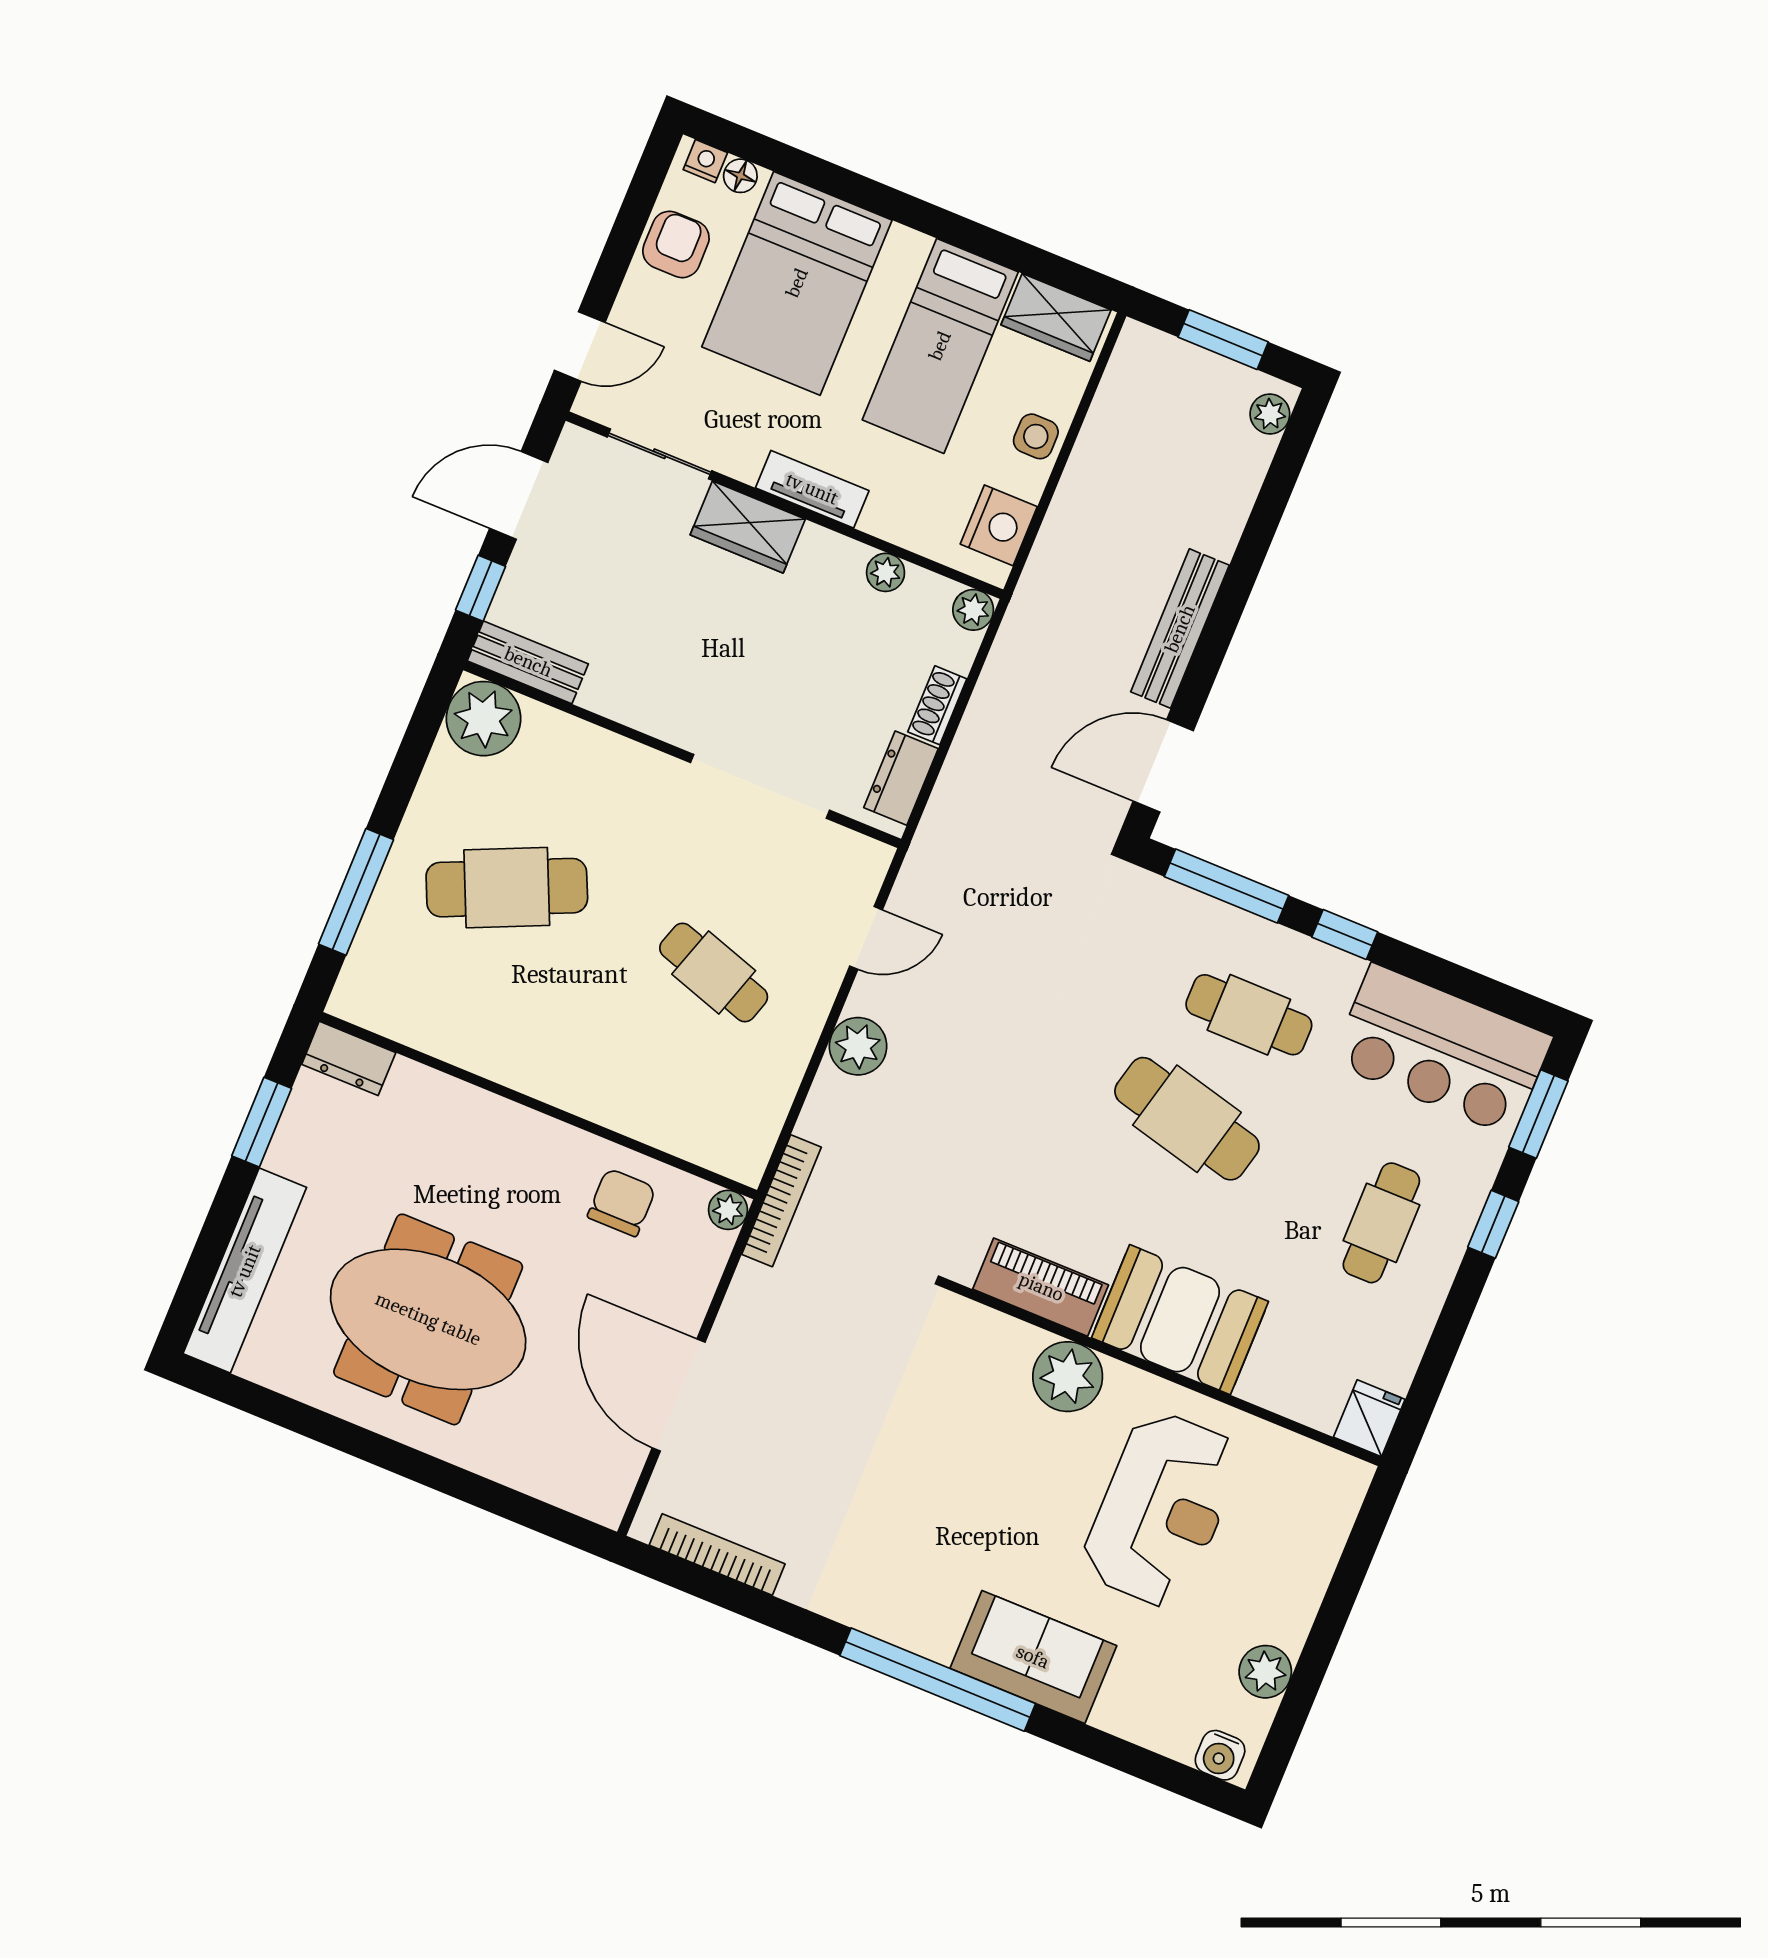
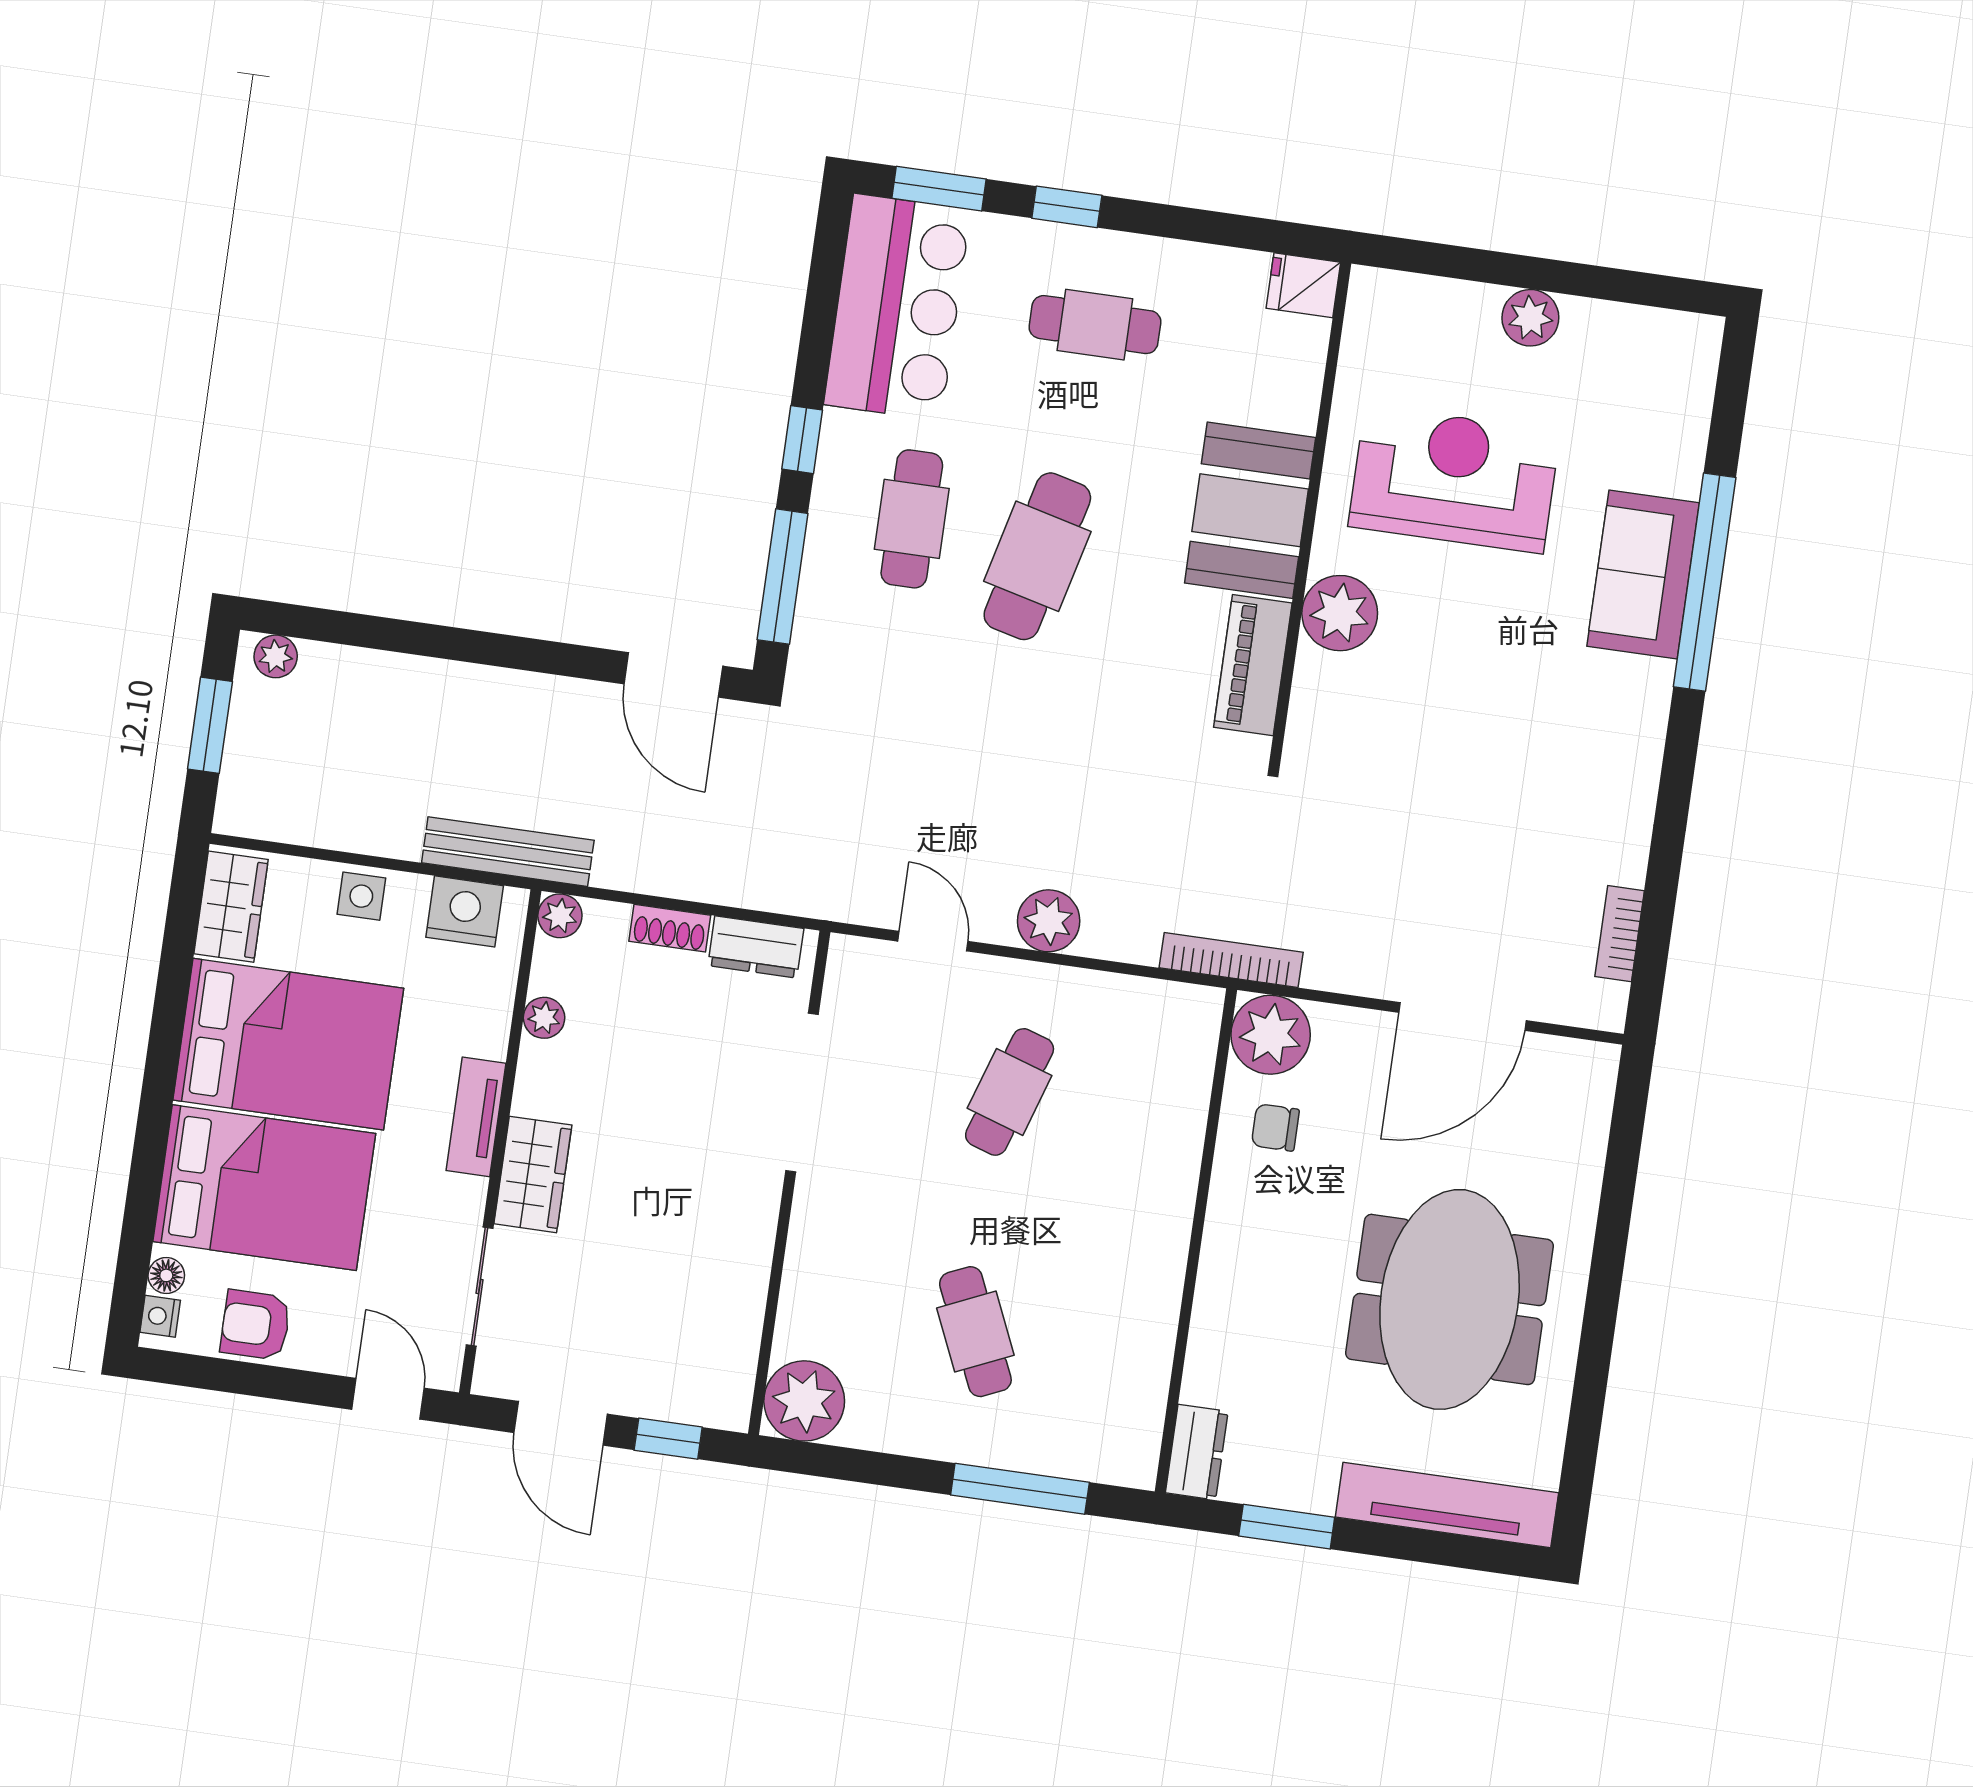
bed: (940, 346) -> (288, 1044), width x1.50
bench: (1180, 629) -> (508, 852), moved
bench: (528, 662) -> (733, 1369), removed
cafe table: (507, 888) -> (975, 1332), width x0.73, depth x0.74
chair: (622, 1202) -> (1275, 1127), width x0.73, depth x0.73
plant: (728, 1210) -> (1271, 1035), width x1.88, depth x1.88
bookcase: (717, 1555) -> (1620, 934), width x0.64
plant: (1265, 1672) -> (1530, 318), moved
window: (938, 1680) -> (1705, 582), moved
water cooler: (1220, 1755) -> (1697, 353), removed

